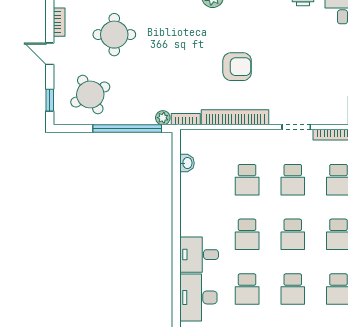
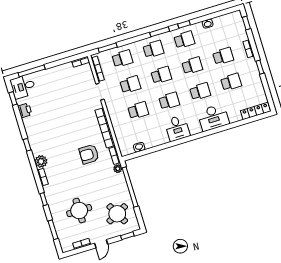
armchair: (237, 67) -> (89, 154), moved, turned -90
desk: (199, 255) -> (177, 128), moved

